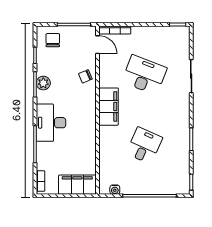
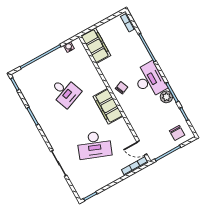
chair: (85, 76) -> (122, 88), moved
desk: (51, 123) -> (150, 80), moved
desk: (144, 145) -> (65, 92), turned -45
filing cabinet: (77, 185) -> (96, 46), moved, turned -90

